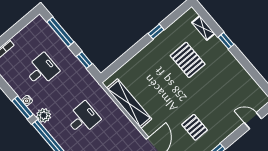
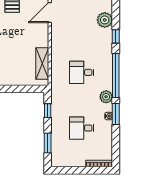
window: (60, 32) -> (48, 143), width x0.69
shelving: (129, 104) -> (42, 64), width x0.68

